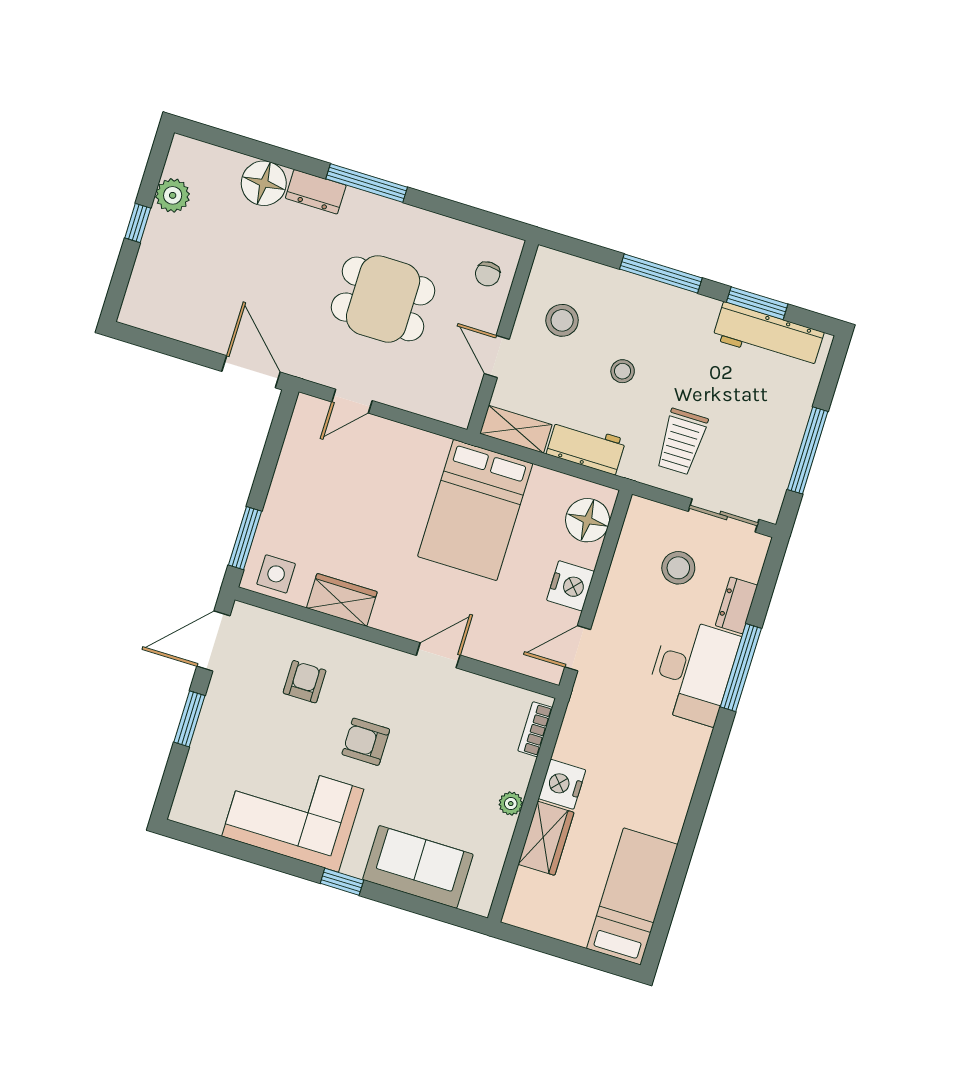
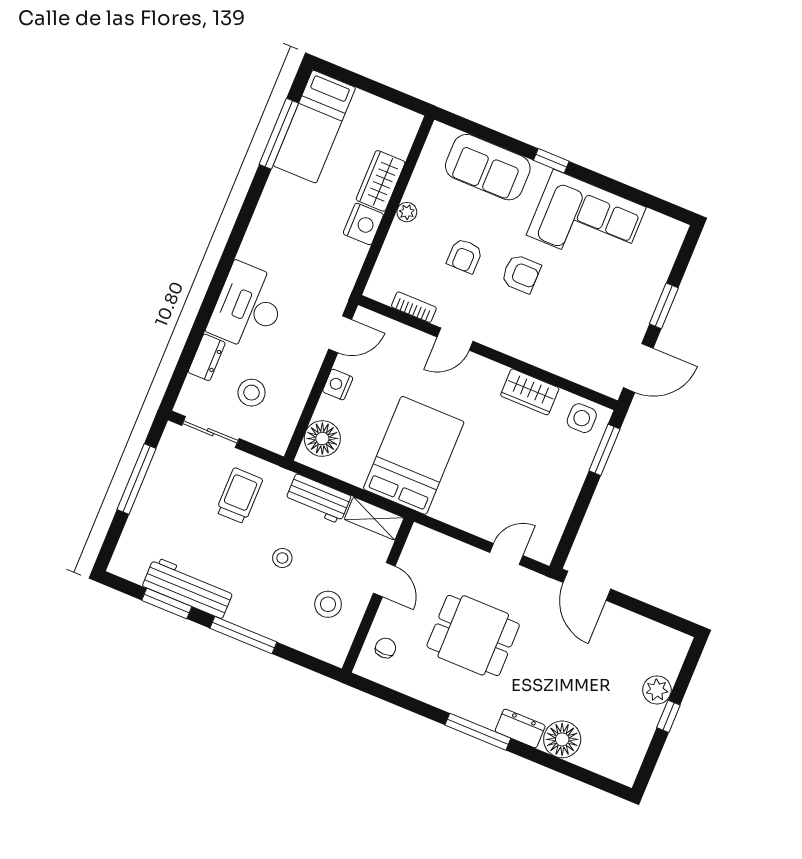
plant: (173, 195) -> (657, 690), moved
workbench: (768, 336) -> (188, 588), moved
nightstand: (571, 586) -> (338, 385), width x0.74, depth x0.75
window: (741, 668) -> (279, 134), moved
armchair: (305, 682) -> (465, 256), moved
bookcase: (535, 729) -> (414, 307), moved, turned -90

